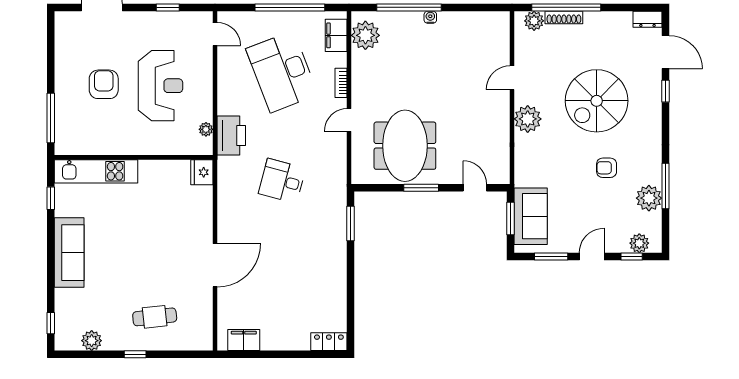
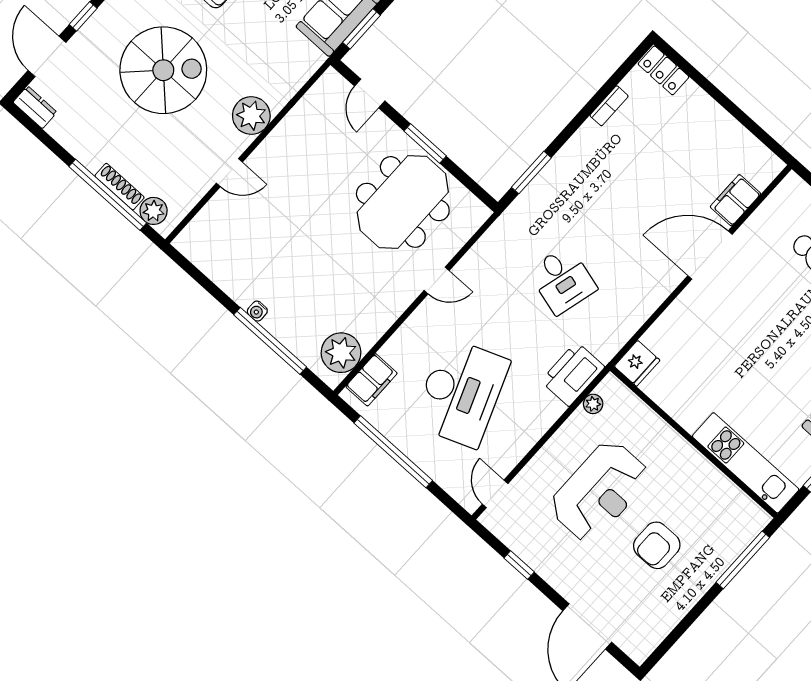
bookcase: (341, 83) -> (609, 106), moved
reception desk: (160, 86) -> (599, 491), turned 180
filing cabinet: (244, 340) -> (735, 200), moved, turned 90

